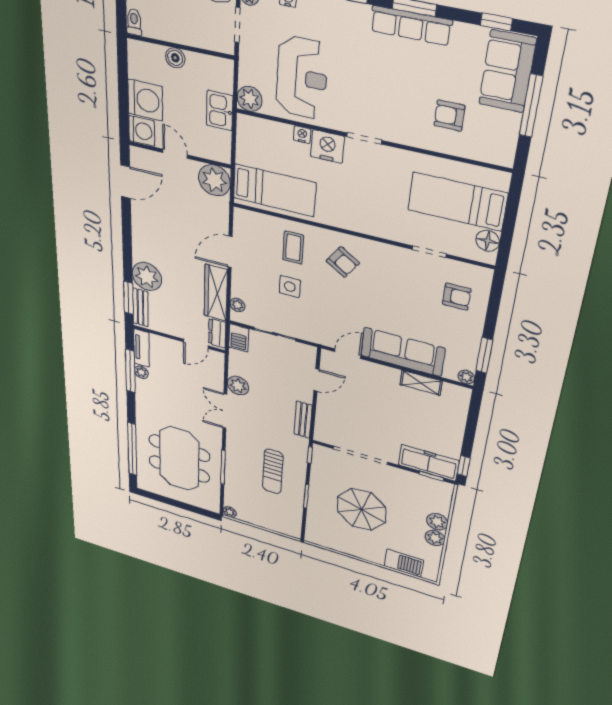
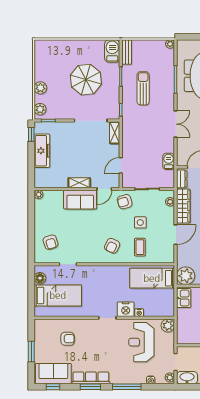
sofa: (507, 71) -> (53, 374), moved, turned -90
window: (531, 106) -> (31, 352), width x0.69
kitchen sink: (220, 111) -> (184, 298), moved
armchair: (343, 262) -> (112, 246), turned -99
armchair: (457, 297) -> (51, 242), turned -108
armchair: (314, 325) -> (125, 202), added
barbecue: (239, 338) -> (169, 161), moved
sofa: (403, 352) -> (80, 200), width x0.73
window: (484, 355) -> (31, 211), removed
shelving: (421, 383) -> (79, 183), moved
plant: (238, 386) -> (168, 146), removed
bench: (303, 420) -> (127, 52), moved
shelving: (322, 428) -> (115, 133), added
freezer: (429, 463) -> (42, 151), moved, turned -90
plant: (435, 538) -> (40, 109), moved
barbecue: (404, 563) -> (112, 51), moved, turned 90

